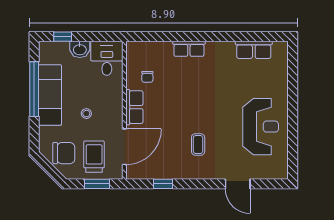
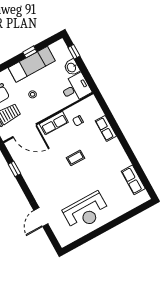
row of seats: (189, 49) -> (106, 128), moved
window: (34, 89) -> (30, 52), width x0.32
coffee table: (198, 144) -> (75, 158), moved

